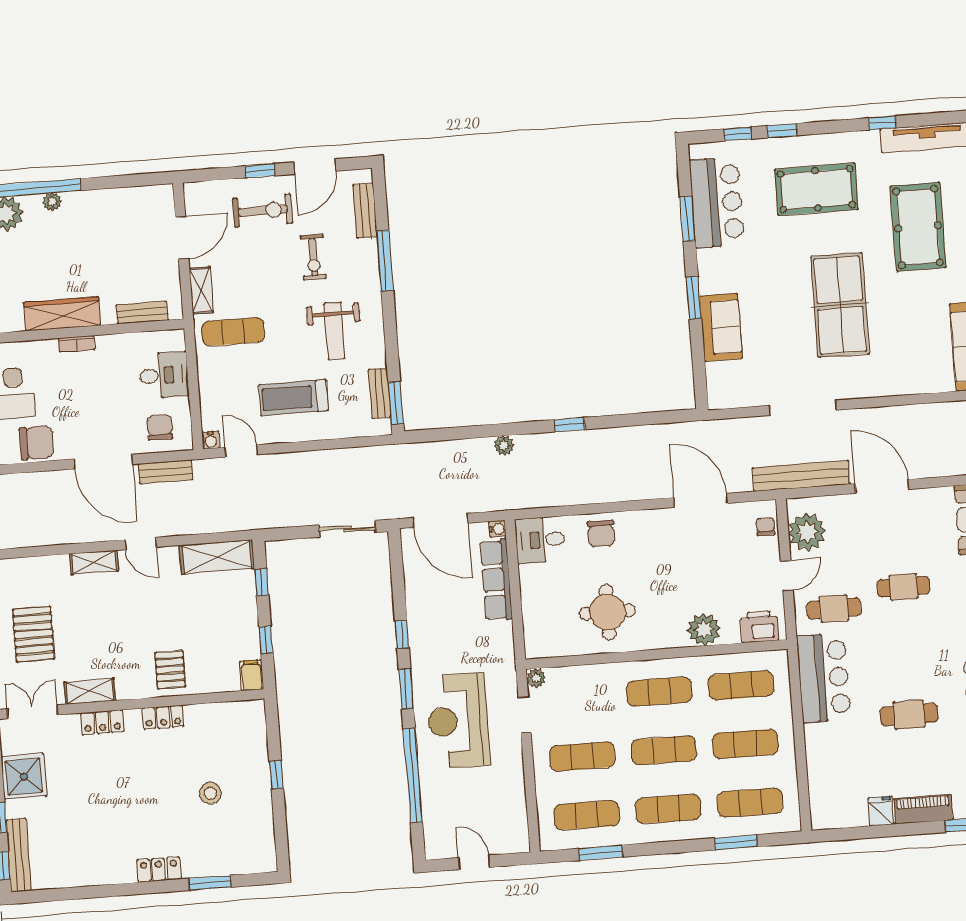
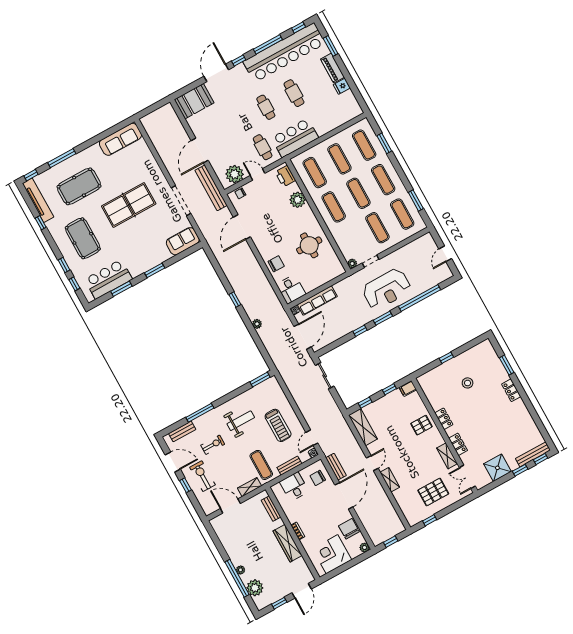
sofa: (721, 327) -> (183, 241), moved
bench: (380, 393) -> (289, 466), moved
cafe table: (904, 587) -> (266, 107), moved

